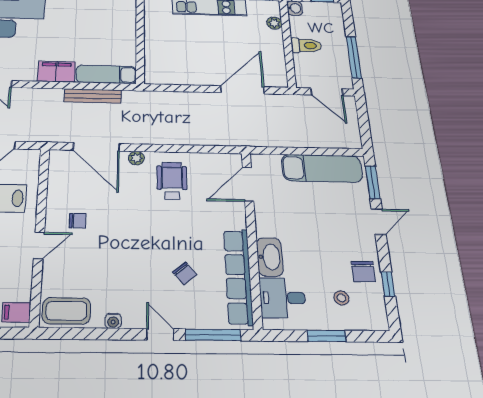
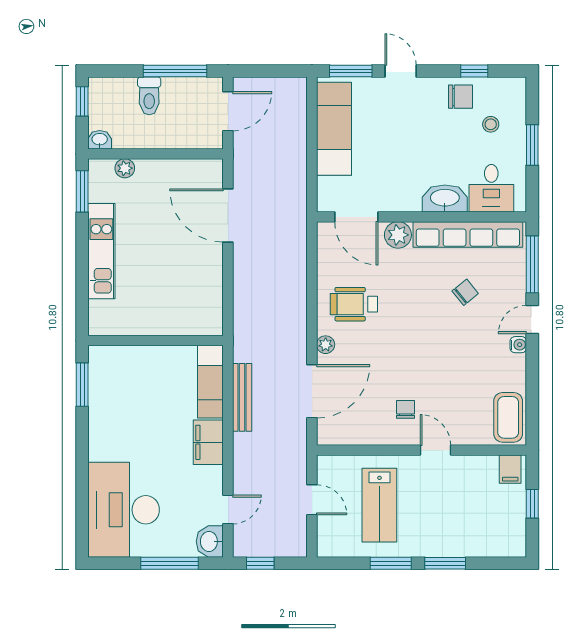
toilet: (306, 45) -> (149, 96), moved, turned 180
plant: (234, 217) -> (398, 235), added
water cooler: (113, 321) -> (518, 345), moved

